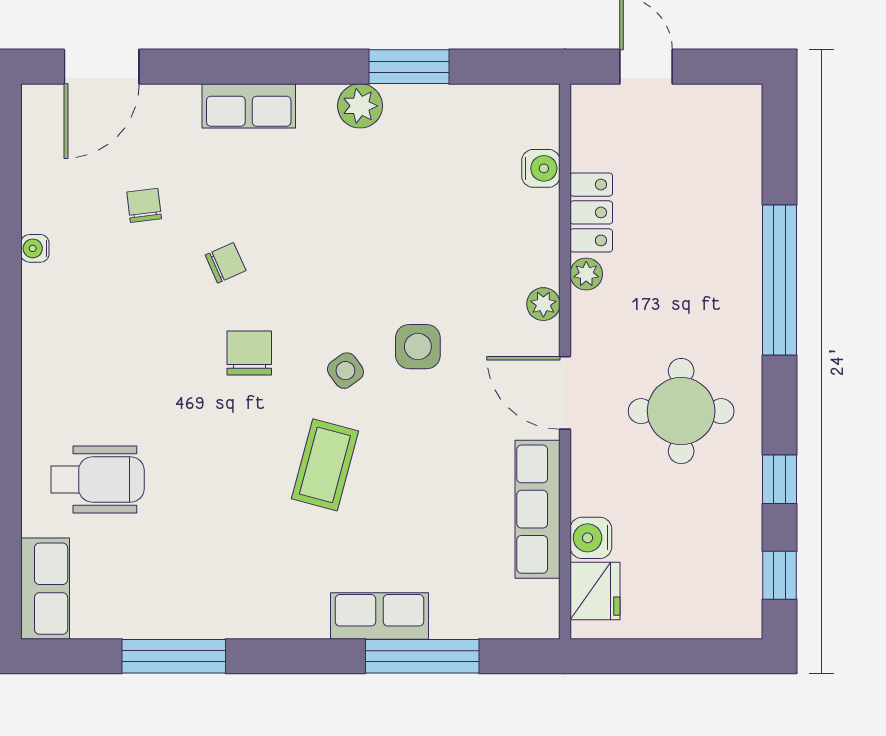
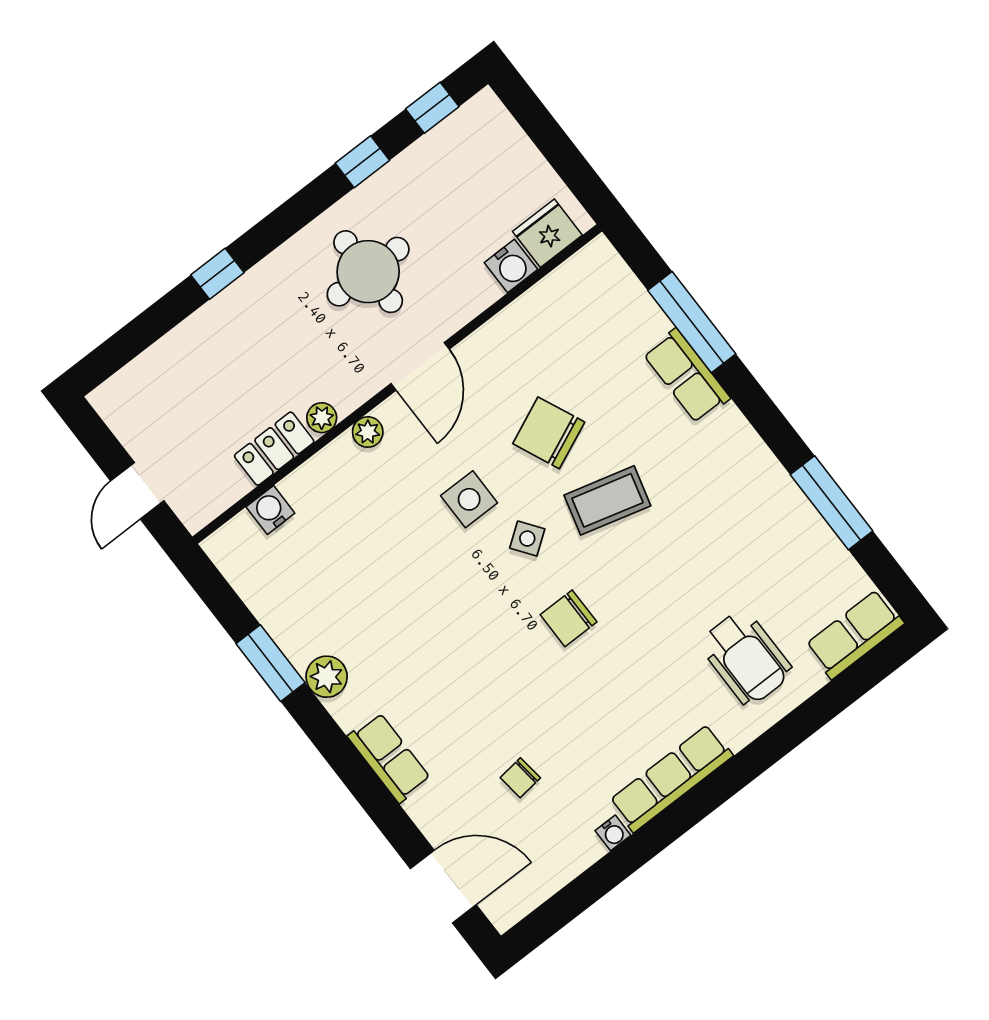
chair: (226, 263) -> (549, 433), moved, width x1.87, depth x1.87
window: (780, 280) -> (217, 274), width x0.32
wheelchair: (97, 479) -> (746, 658), turned 180
row of seats: (538, 509) -> (671, 778), moved, turned 180

